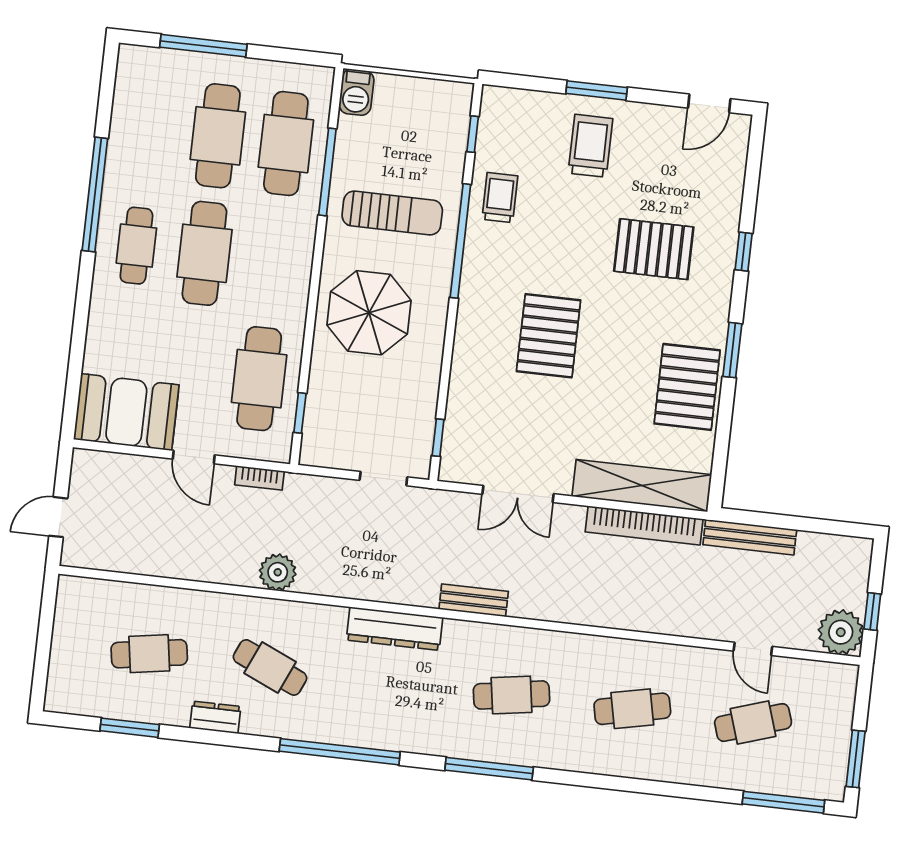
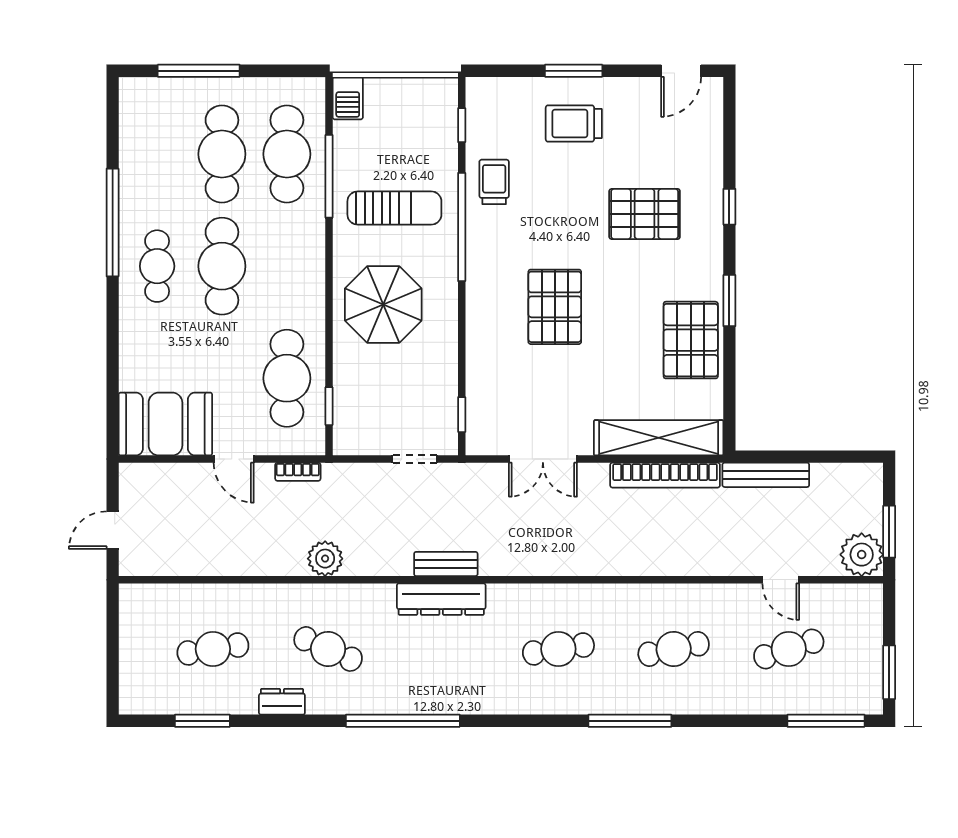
trolley: (590, 146) -> (574, 123), turned -90
bench: (474, 600) -> (446, 564), moved
window: (872, 612) -> (889, 532), width x1.50
window: (489, 769) -> (630, 721), moved

